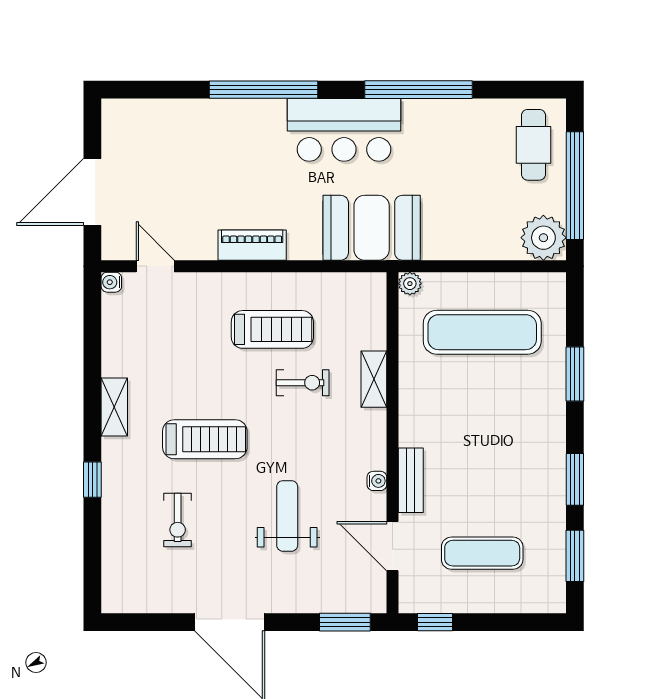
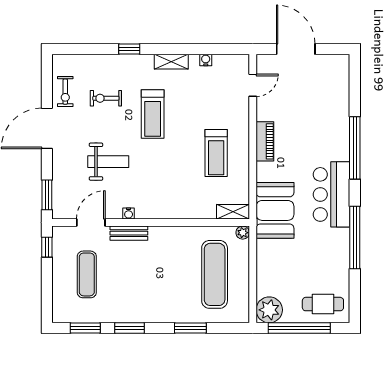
water cooler: (111, 282) -> (206, 60), moved
shelving: (374, 379) -> (233, 212), moved
exercise bike: (303, 383) -> (65, 92), moved

